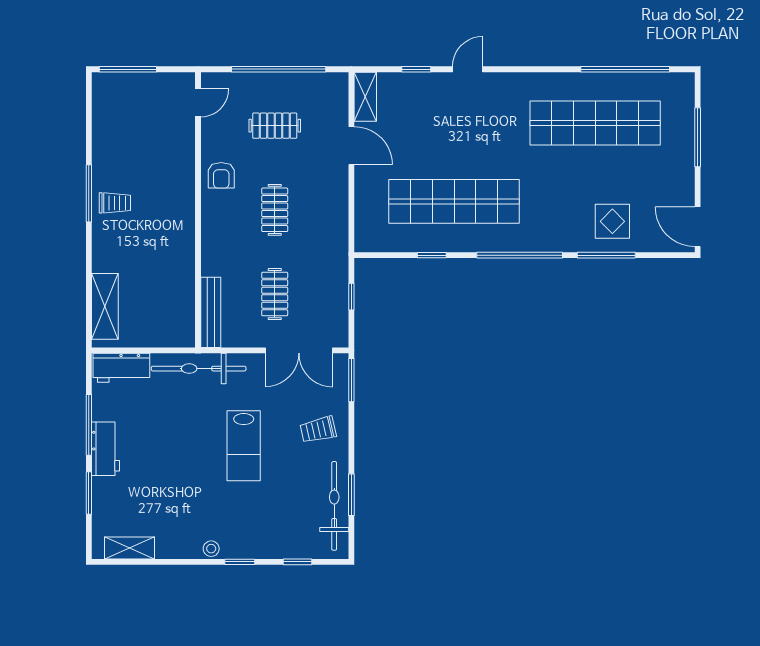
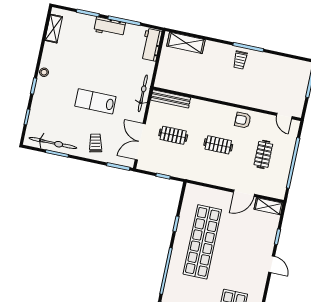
bicycle: (199, 369) -> (143, 93), width x0.73, depth x0.71

